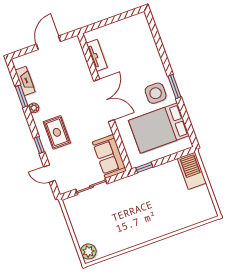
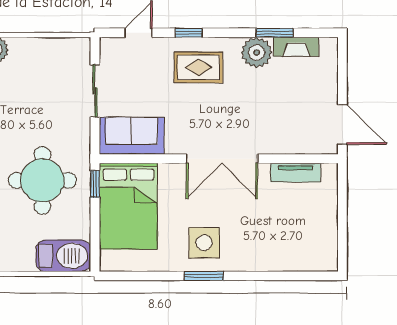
door: (48, 43) -> (342, 124), moved
plant: (34, 108) -> (257, 52), width x1.87, depth x1.87
bed: (159, 128) -> (128, 206), moved, turned 180
round table: (153, 198) -> (42, 180), added

